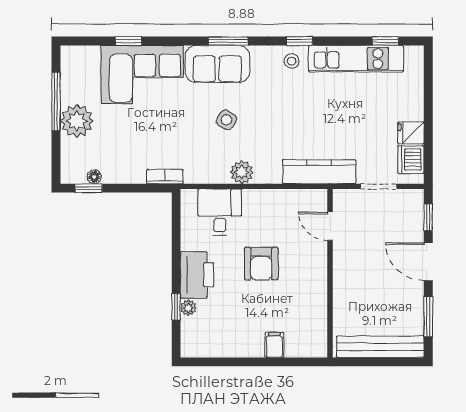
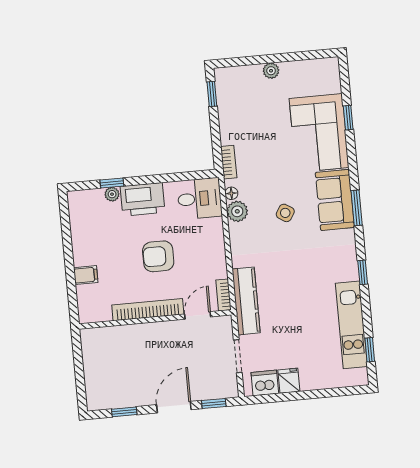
stool: (292, 61) -> (344, 267), removed
window: (56, 101) -> (288, 57), removed
plant: (77, 121) -> (271, 71), width x0.53, depth x0.53
plant: (242, 172) -> (237, 211), moved
floor lamp: (94, 177) -> (231, 193), moved
bookcase: (310, 196) -> (223, 295), added
desk: (220, 212) -> (199, 199), moved
bookcase: (319, 280) -> (148, 310), added
window: (428, 317) -> (124, 412), width x0.67
bench: (380, 347) -> (93, 371), removed

